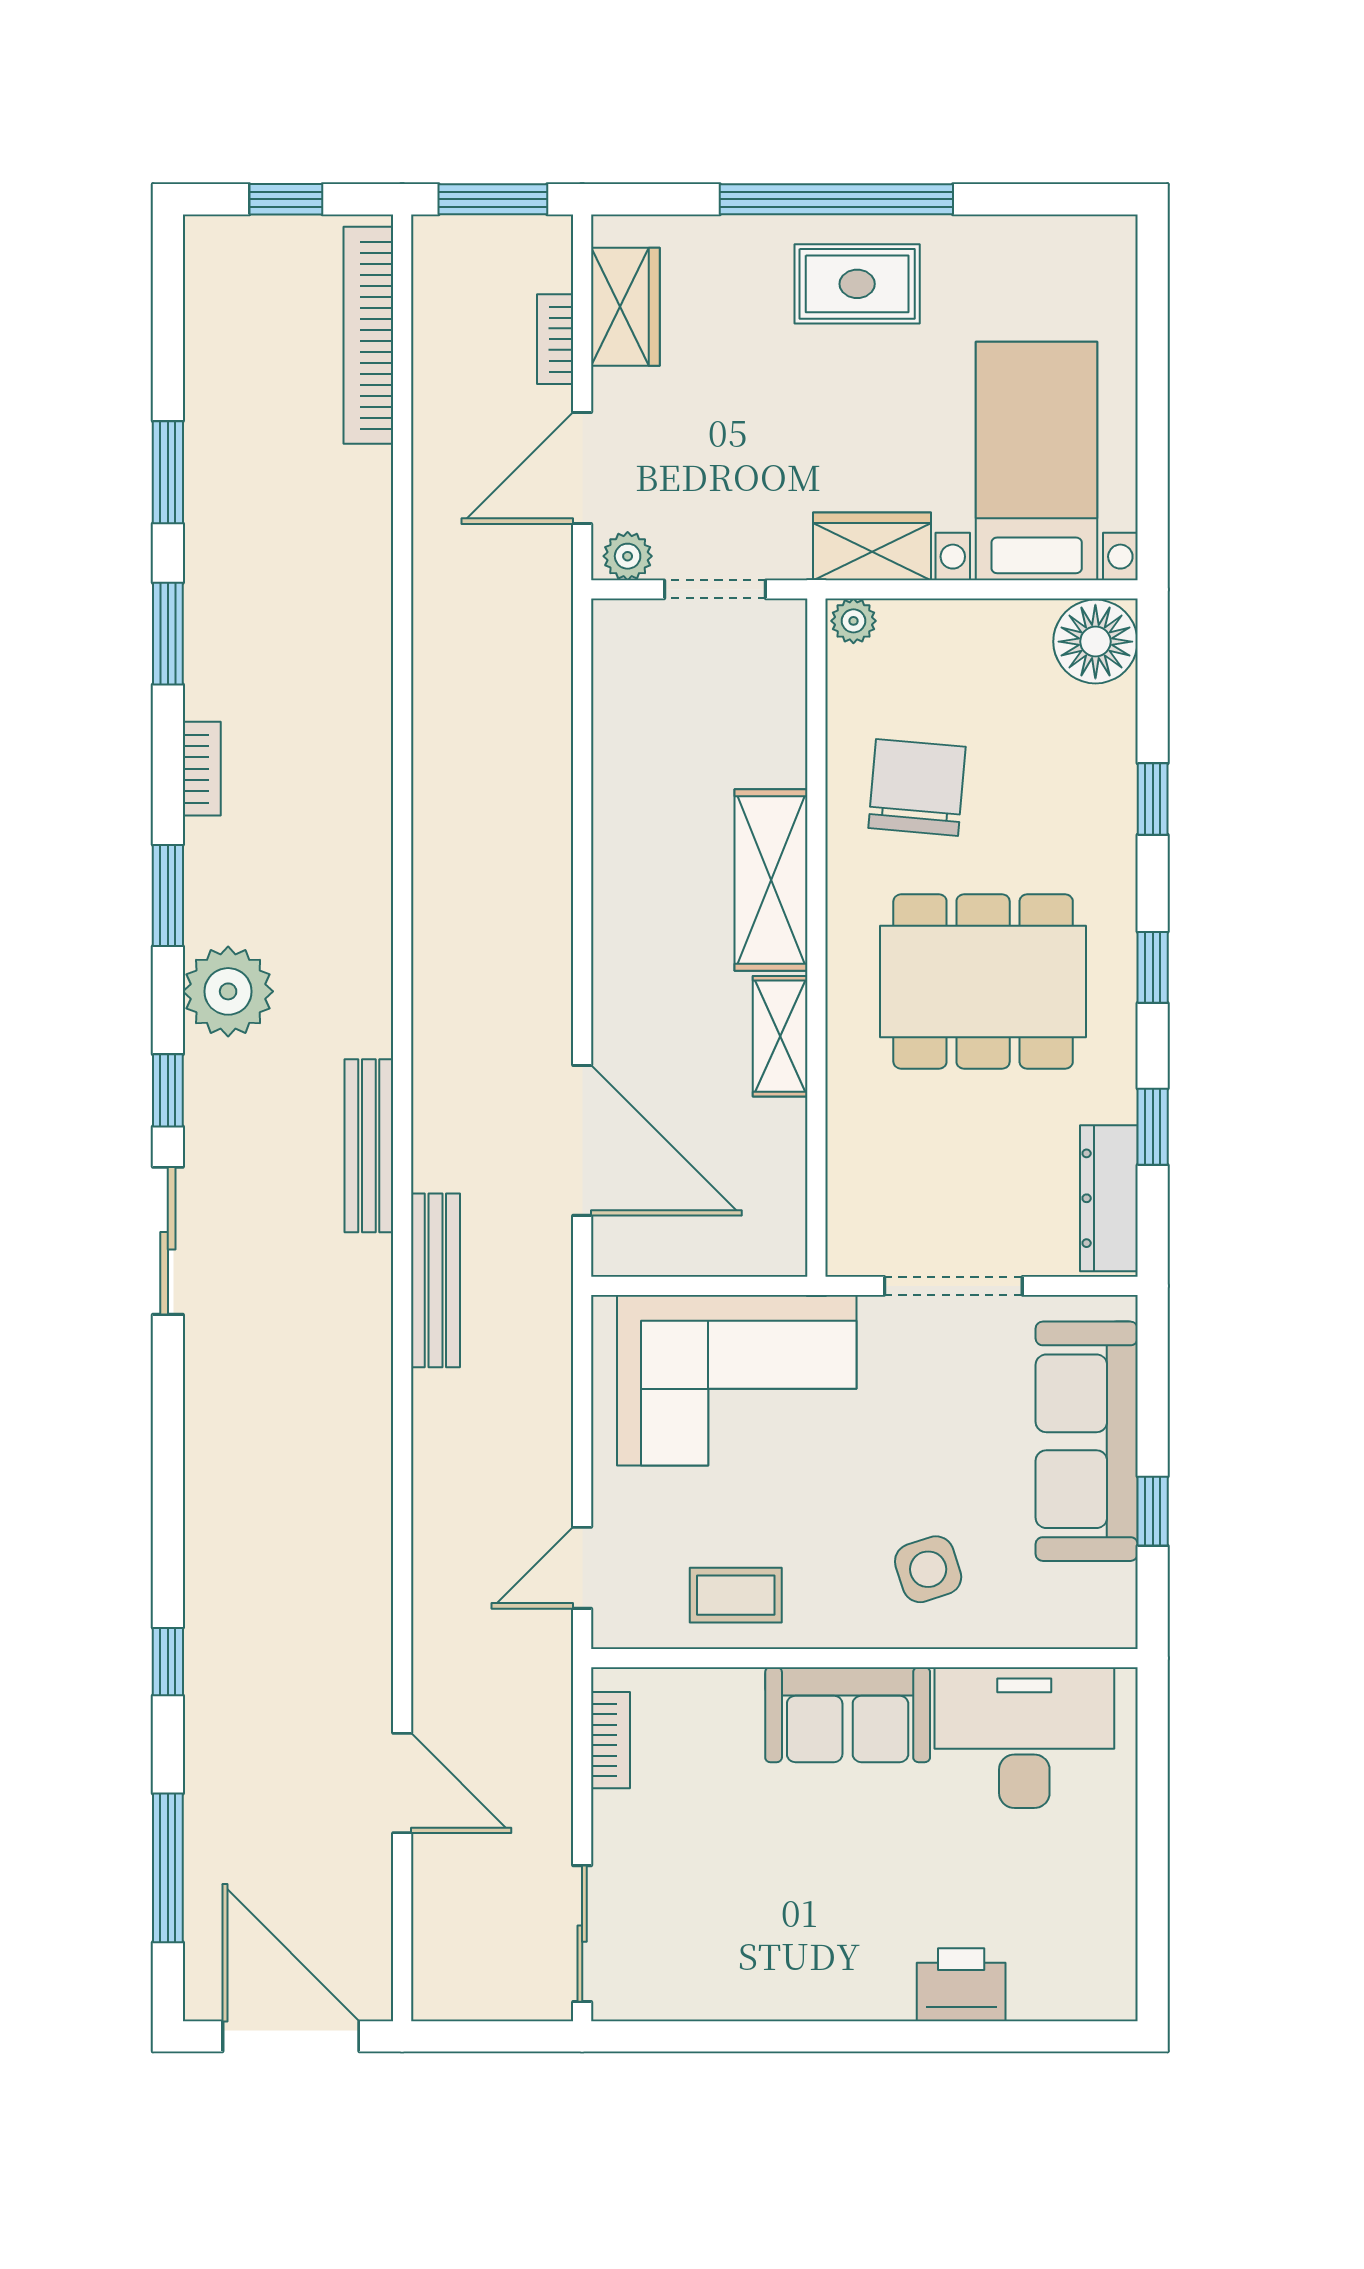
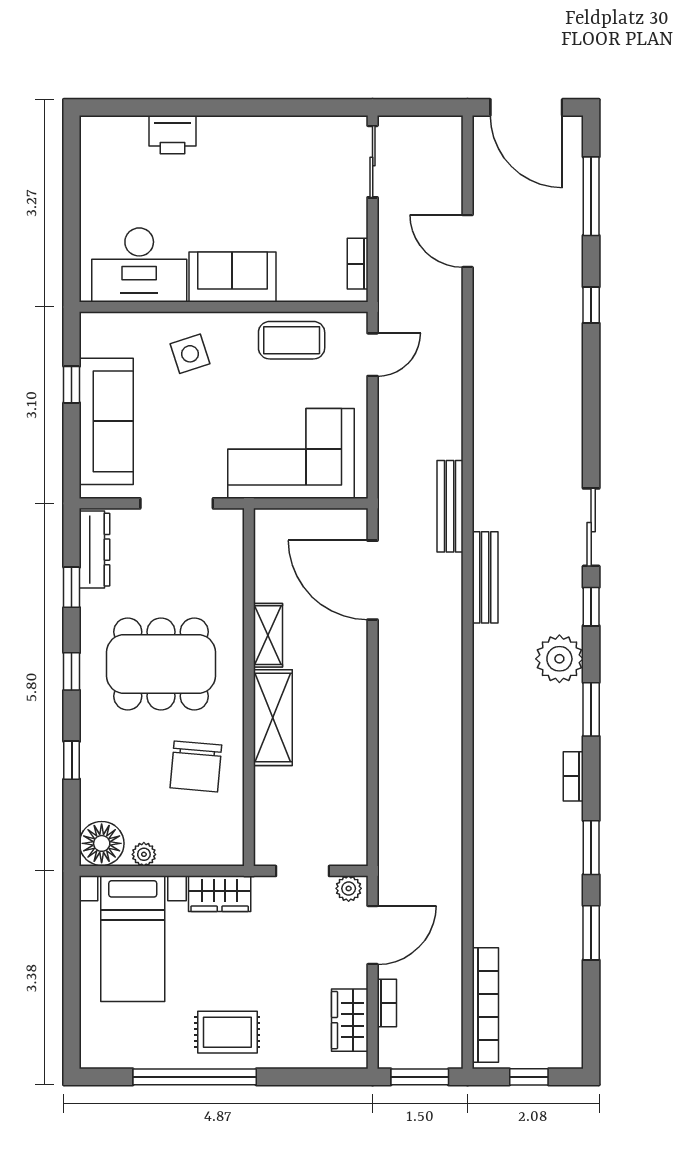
window: (836, 199) -> (195, 1077), moved
plant: (853, 621) -> (144, 854), moved
coffee table: (736, 1595) -> (292, 340), width x1.36, depth x1.30

